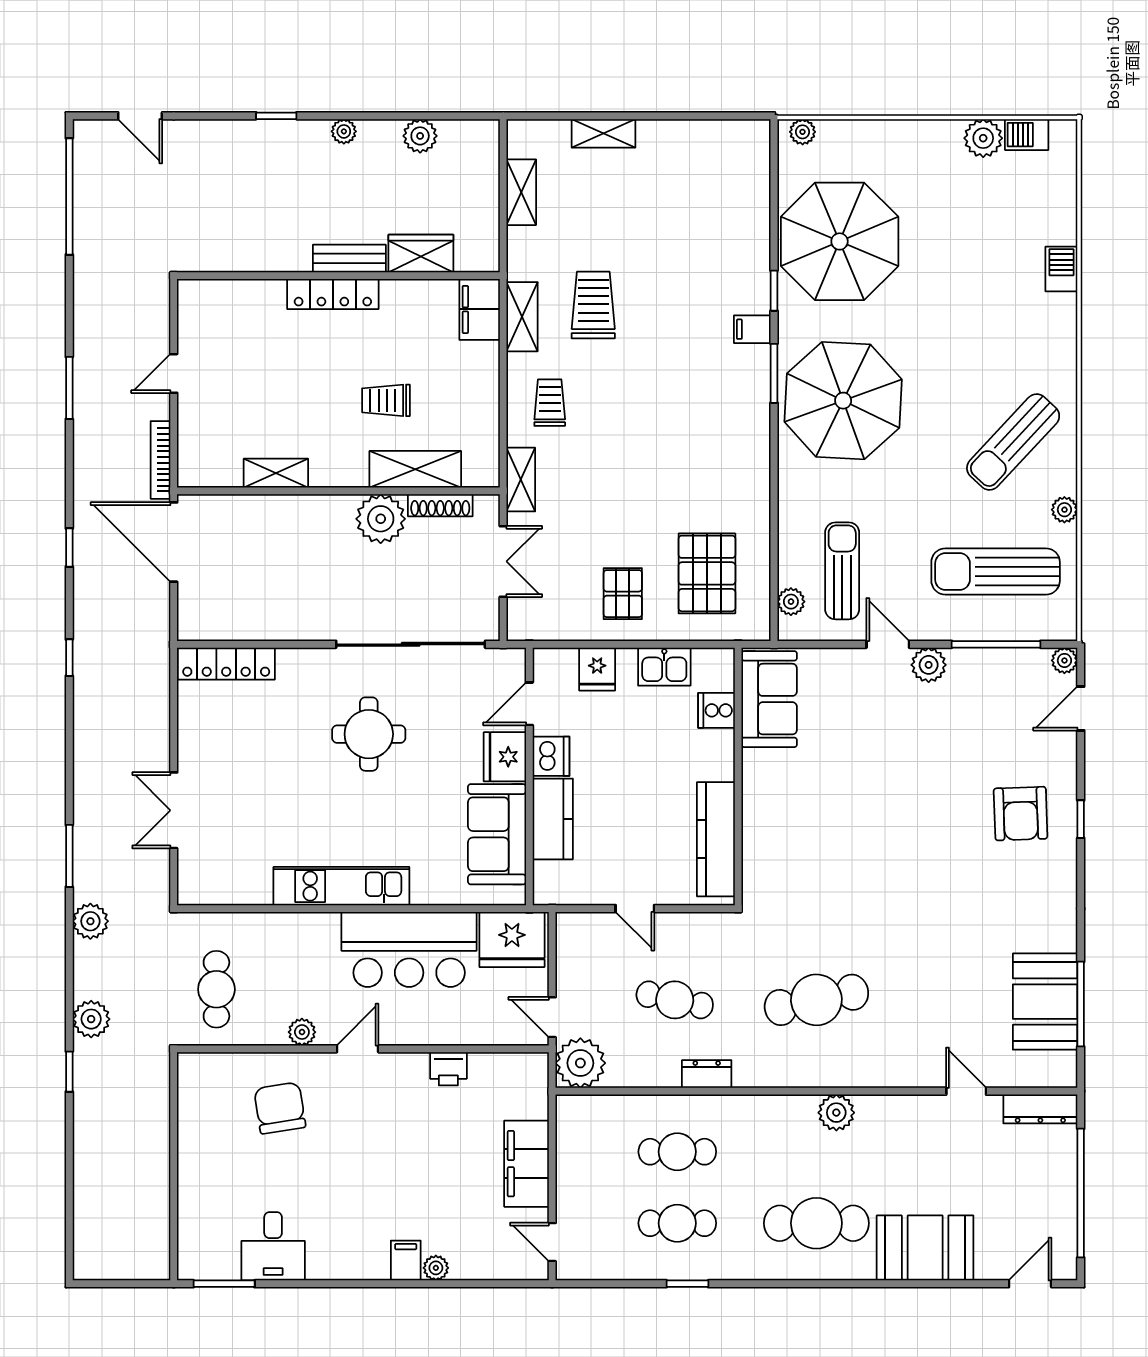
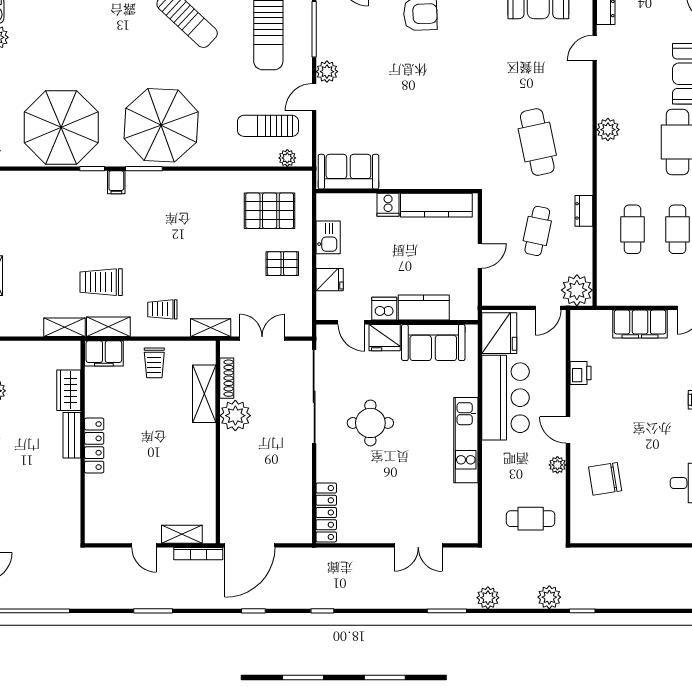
shelving: (521, 192) -> (64, 327), moved
trolley: (386, 400) -> (154, 363), moved
shelving: (276, 473) -> (182, 534), moved, turned 90
cooker: (716, 710) -> (388, 205), moved

